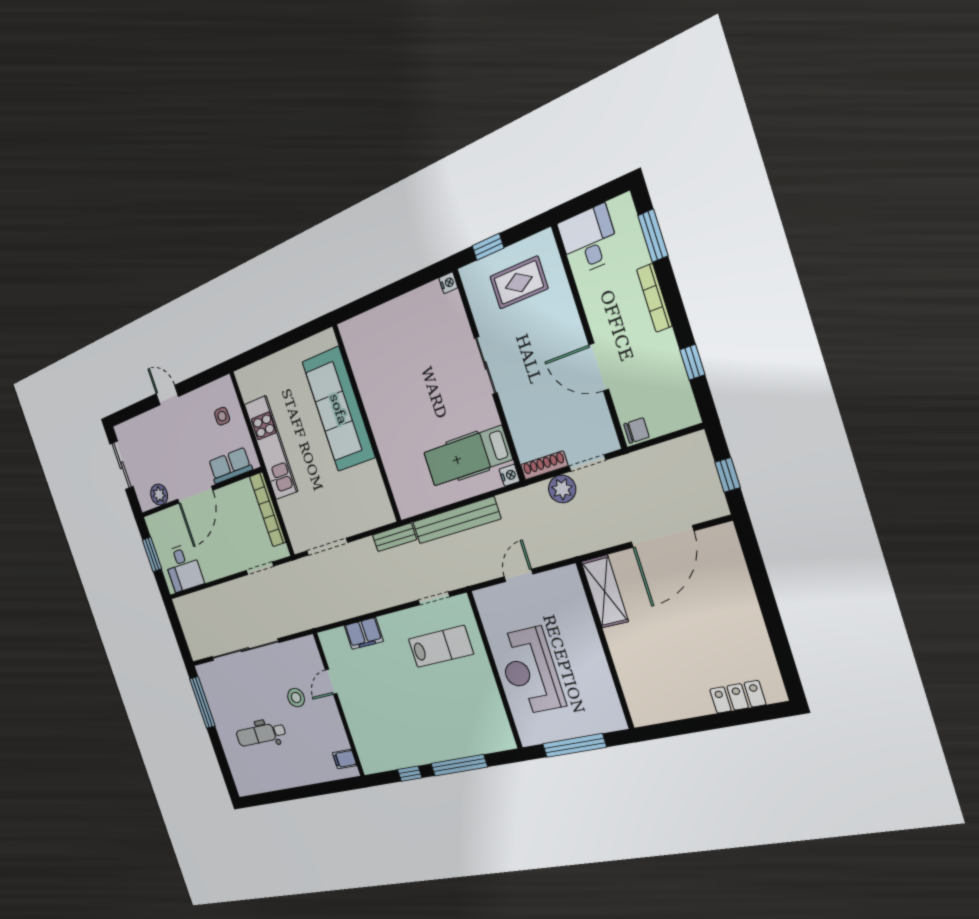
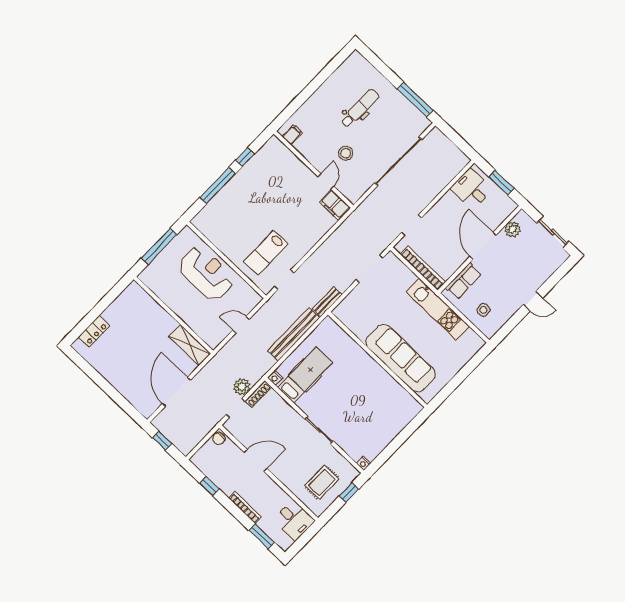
door: (519, 575) -> (241, 325), swing flipped
filing cabinet: (364, 633) -> (335, 205), moved, turned -90

